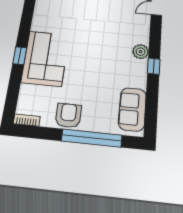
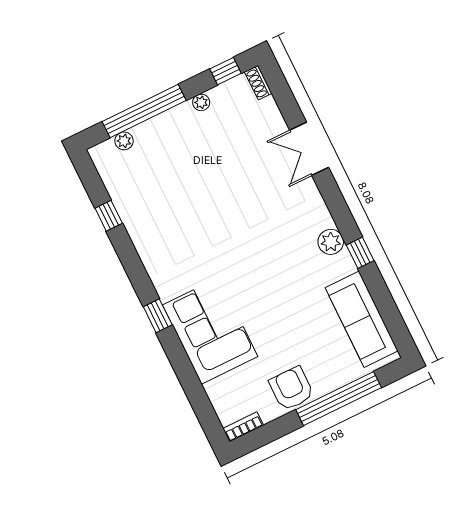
window: (20, 56) -> (158, 316), moved
sofa: (132, 109) -> (362, 319), width x1.36

